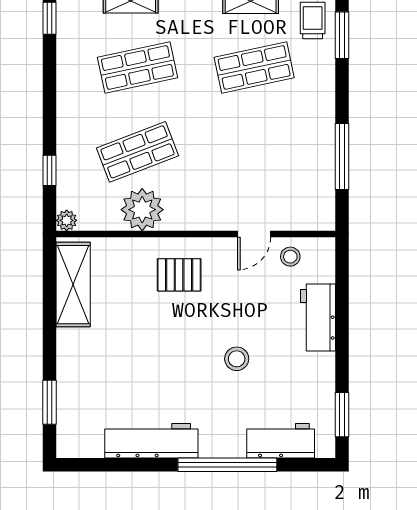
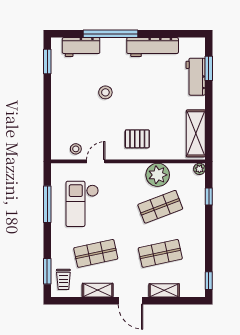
checkout: (279, 157) -> (82, 204), added
workbench: (318, 318) -> (196, 77), moved, turned 180

